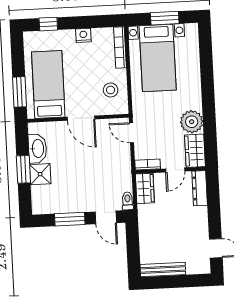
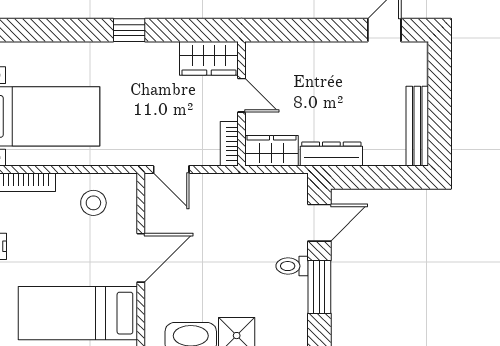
window: (209, 105) -> (129, 30), added
plant: (192, 122) -> (157, 62), removed
door: (131, 133) -> (171, 169), hinge flipped
dresser: (200, 188) -> (331, 154), moved, turned 180
toilet: (128, 201) -> (292, 266), moved

